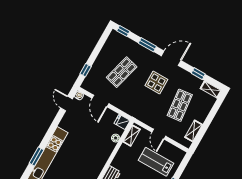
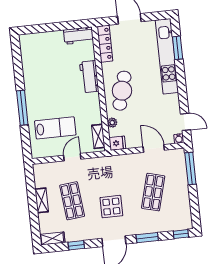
window: (86, 70) -> (190, 168), width x2.17
shelving: (194, 131) -> (42, 200), moved
door: (159, 134) -> (72, 157), hinge flipped
cafe table: (94, 155) -> (122, 91), added

